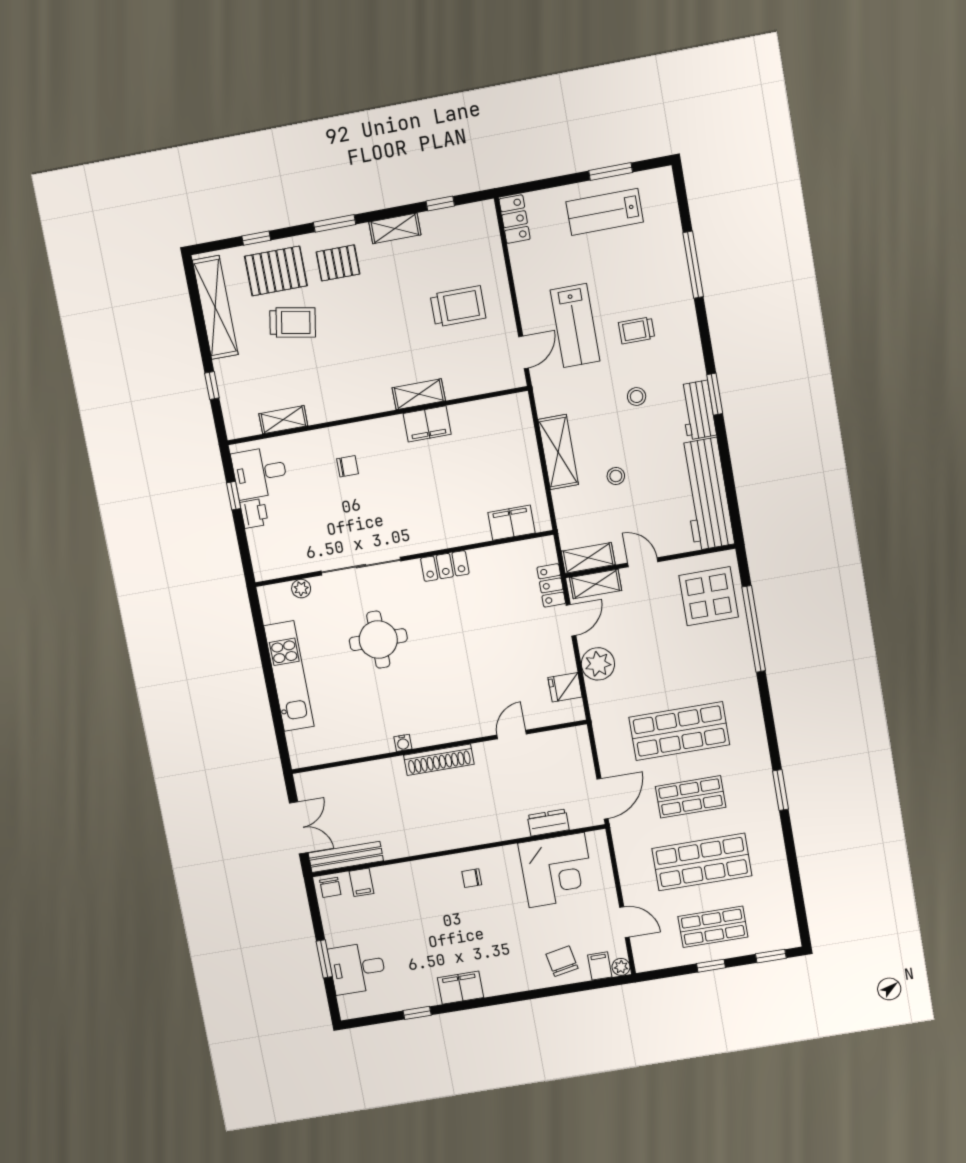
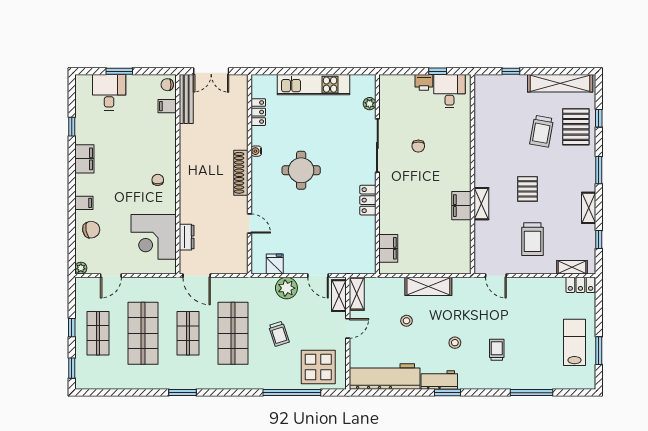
pallet: (338, 263) -> (527, 189), moved
lab bench: (575, 325) -> (507, 311), removed
shelving: (283, 420) -> (572, 267), moved, turned 90
chair: (347, 466) -> (418, 146), moved
locker: (551, 585) -> (258, 112), moved, turned 90
round table: (378, 640) -> (301, 170), moved
trolley: (668, 663) -> (279, 334), added
filing cabinet: (600, 966) -> (84, 203), moved

